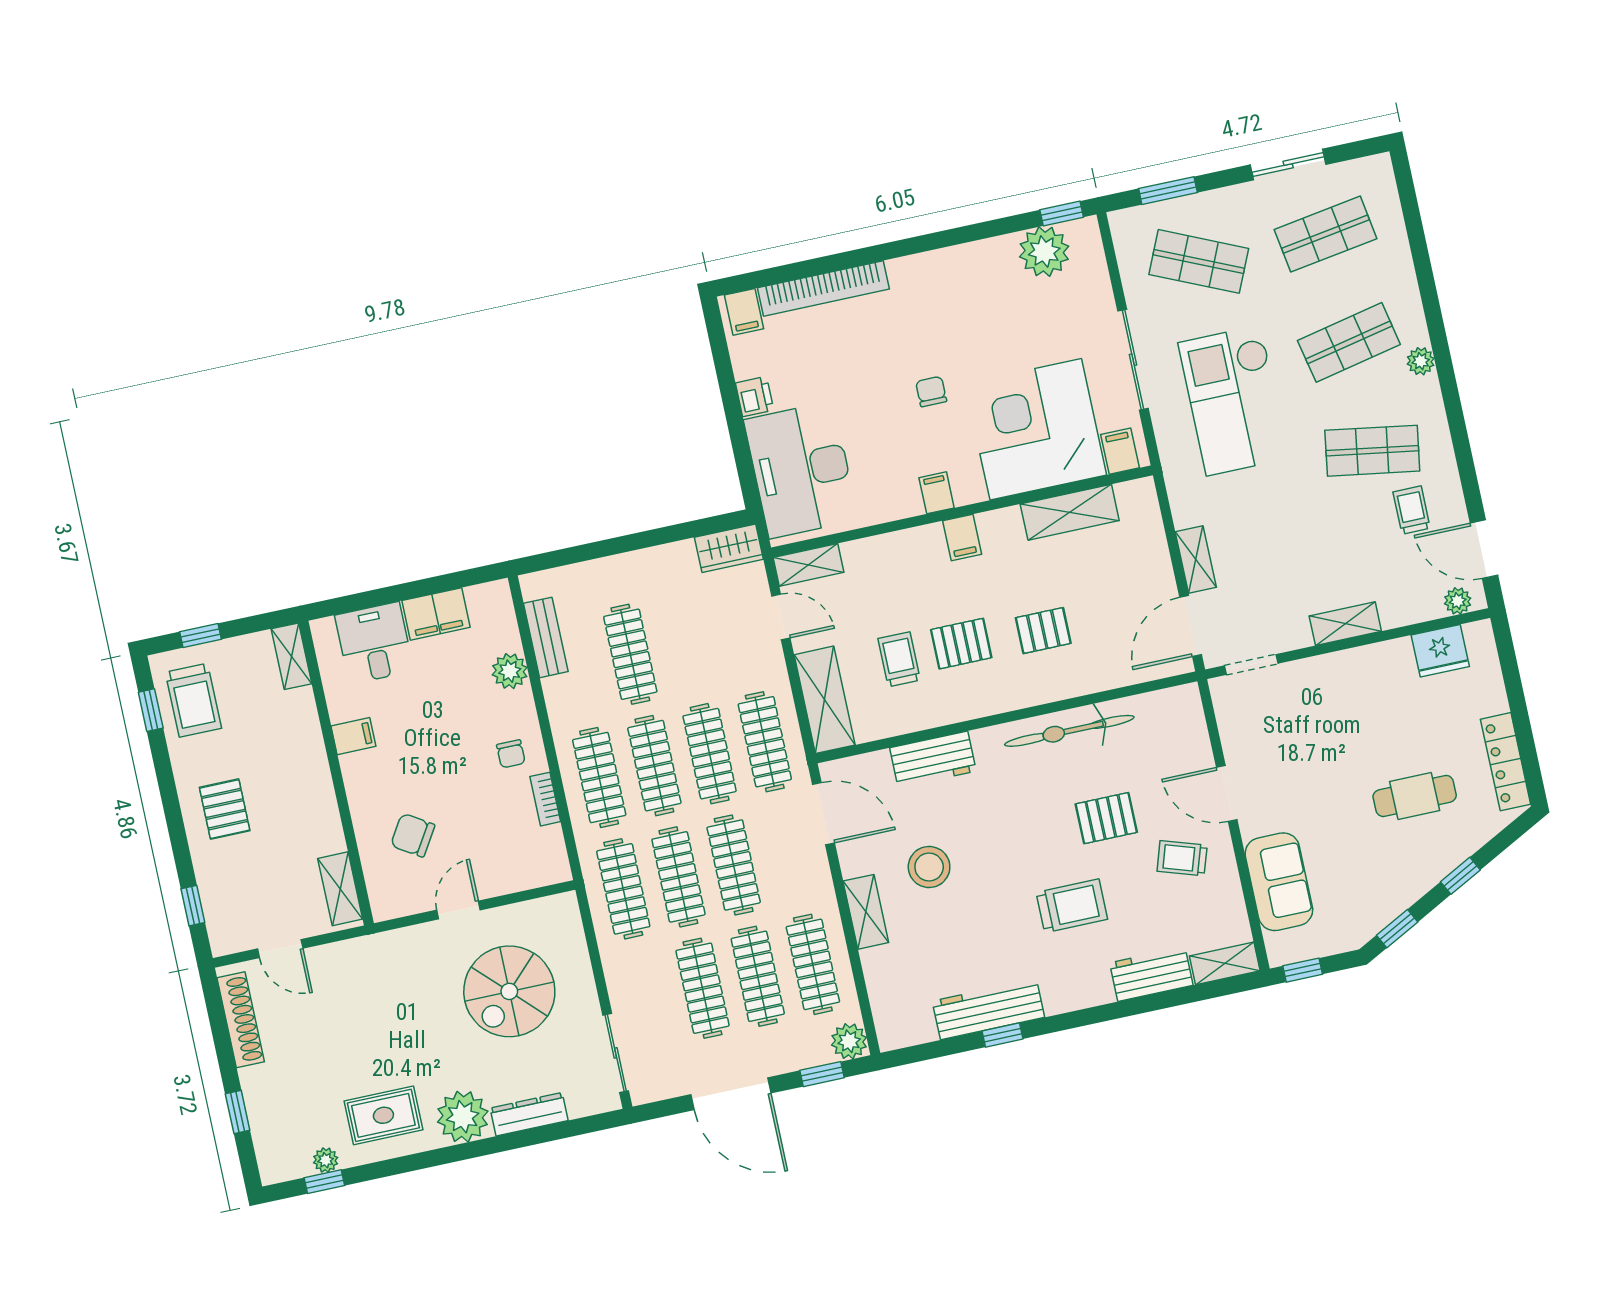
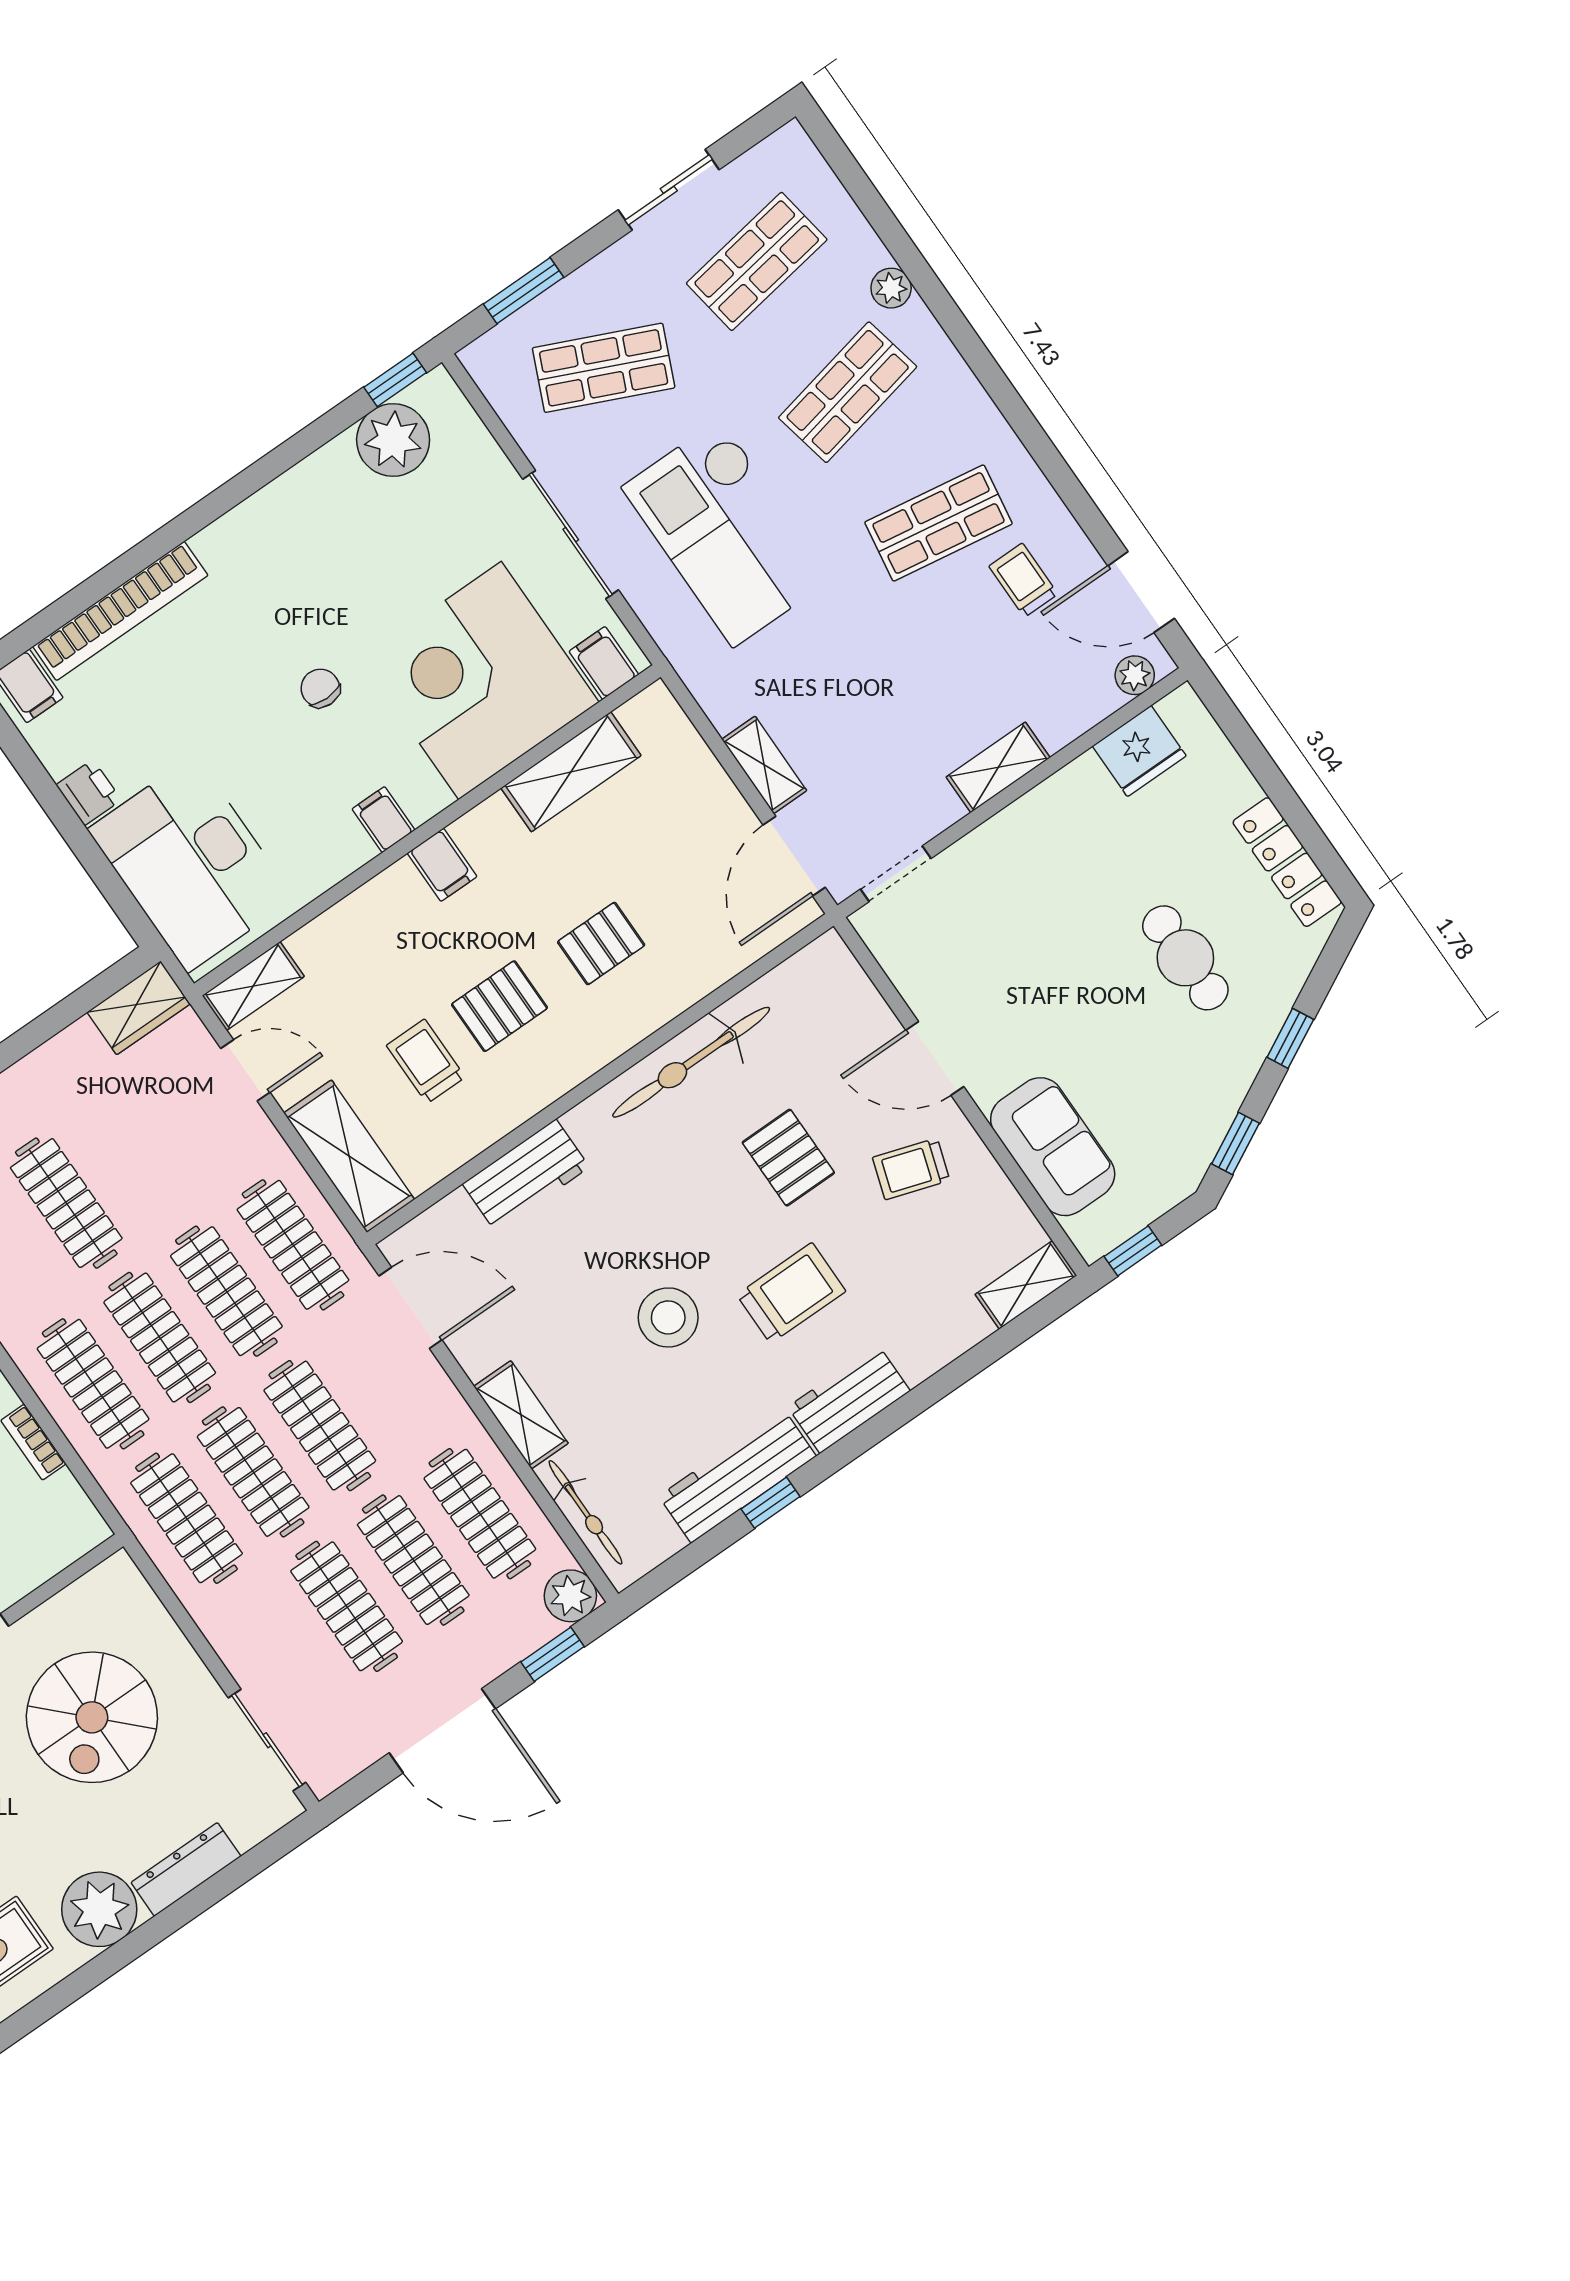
plant: (1421, 361) -> (891, 288), moved
cafe table: (1415, 796) -> (1185, 958), turned 90
pallet: (1106, 818) -> (788, 1158), turned 90
stool: (929, 867) -> (668, 1317), moved
workbench: (1151, 974) -> (849, 1399), moved
bicycle: (881, 992) -> (585, 1512), added

